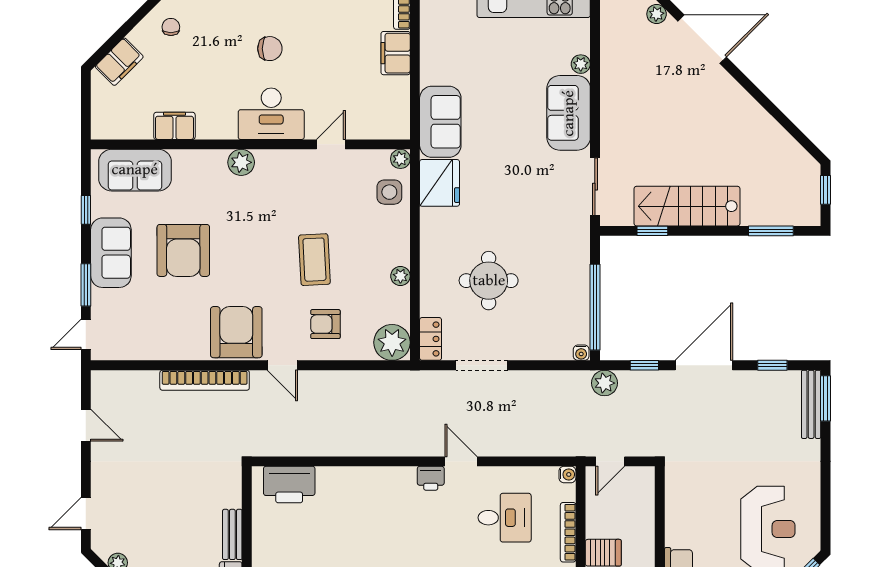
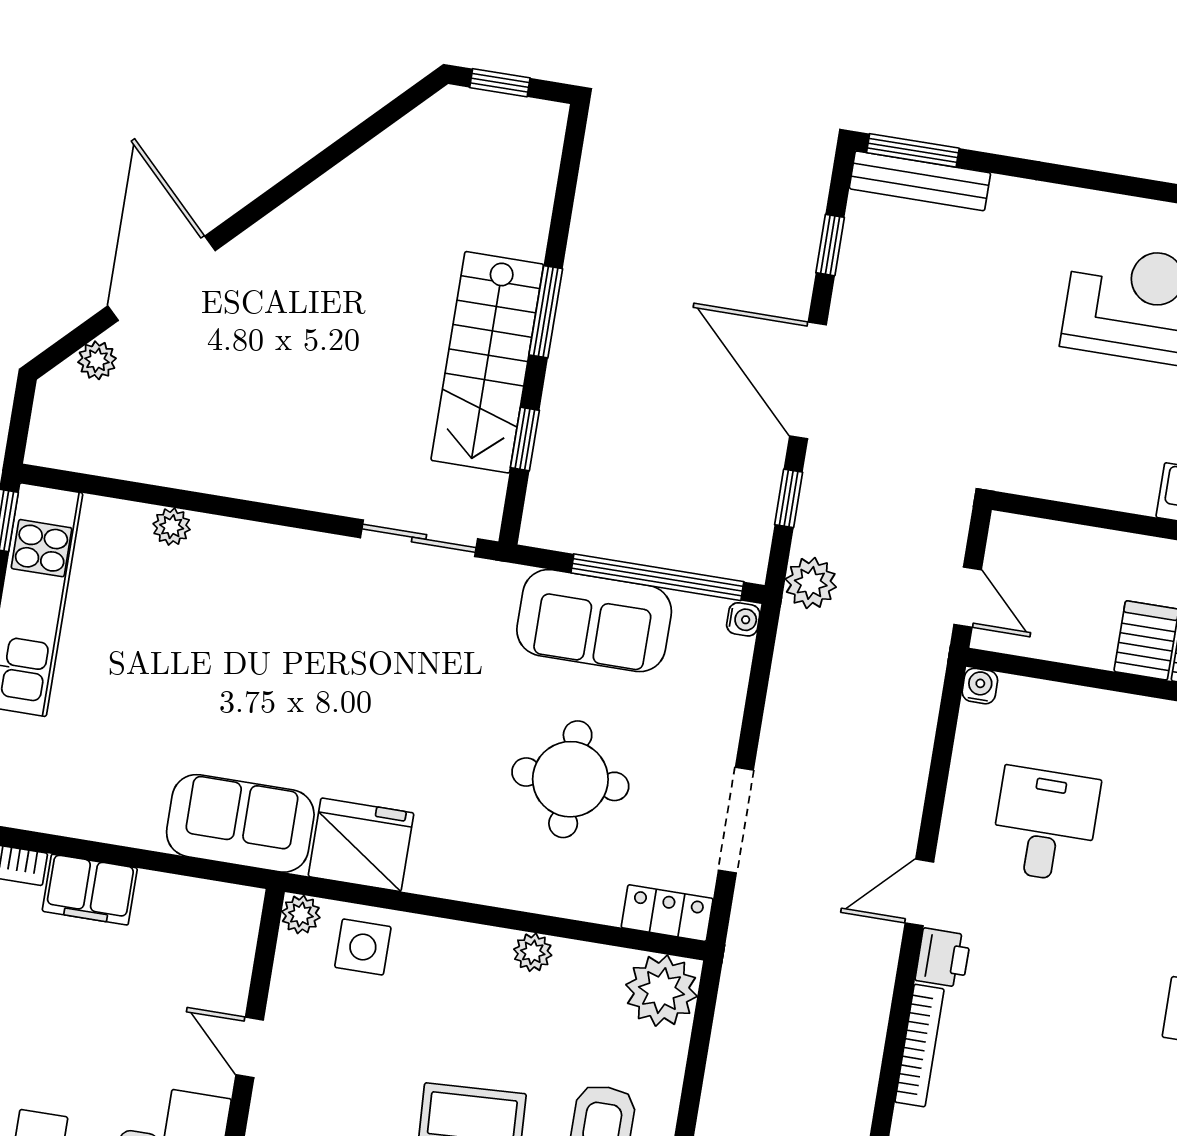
sofa: (569, 113) -> (594, 621), moved
window: (771, 231) -> (546, 312), moved
bookcase: (568, 532) -> (920, 1046), moved, turned -90

